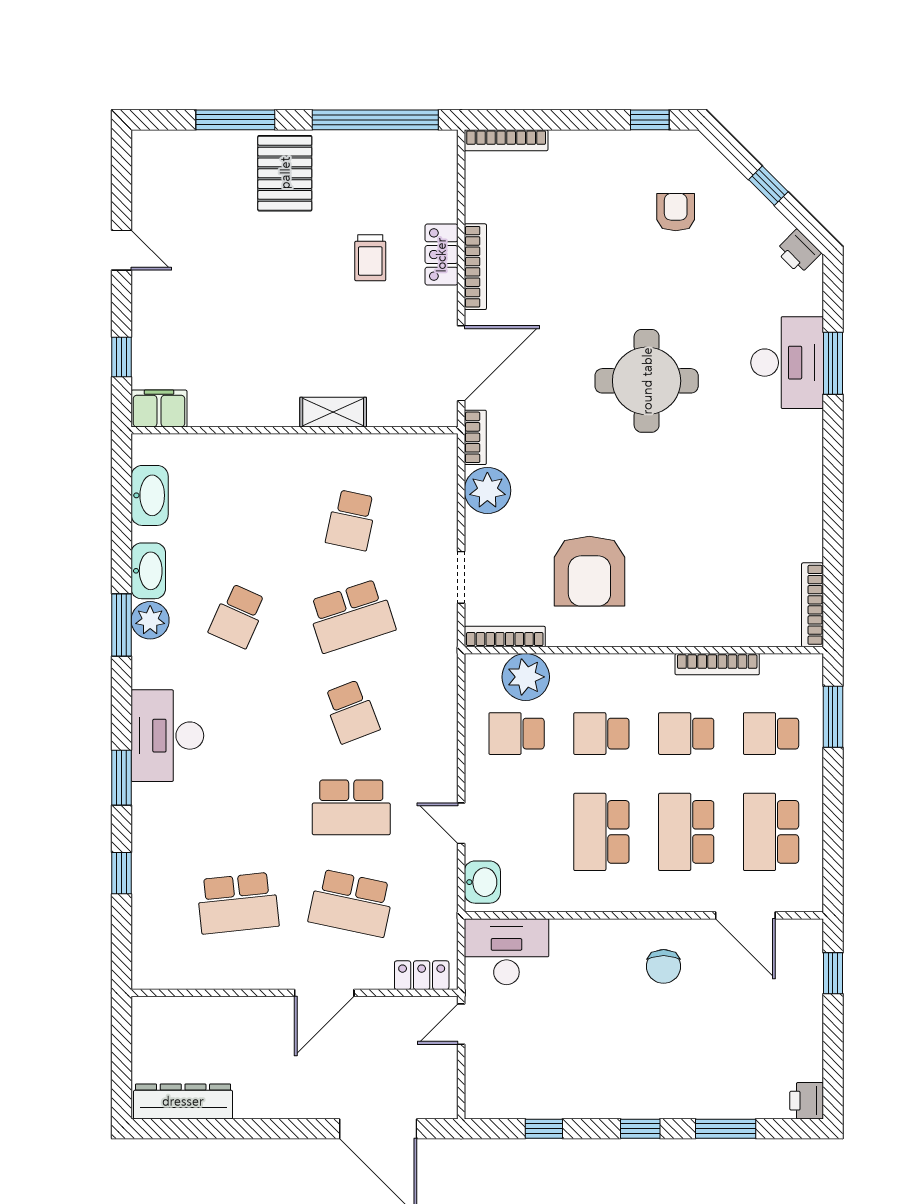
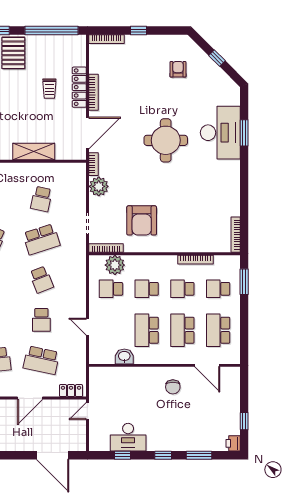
window: (650, 120) -> (139, 30), moved
printer: (798, 252) -> (230, 86), removed
locker: (441, 255) -> (79, 87), width x1.53
desk: (787, 363) -> (220, 133), width x1.36, depth x1.30
shelving: (333, 412) -> (34, 151), width x1.50, depth x1.33
school desk: (351, 807) -> (41, 320), width x0.54
washbasin: (482, 882) -> (124, 356), moved, turned -90
desk: (506, 952) -> (128, 437), moved, turned 180
window: (833, 973) -> (244, 421), moved

